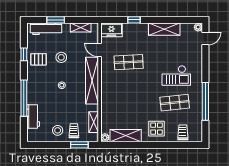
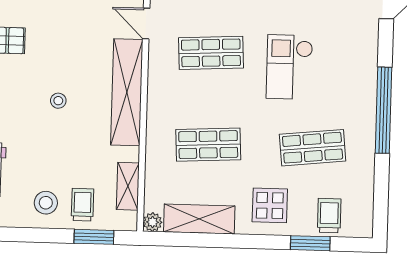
stool: (61, 57) -> (59, 38), removed
checkout: (176, 75) -> (289, 67), moved, turned 90
window: (205, 101) -> (384, 110), moved
shop shelf: (129, 103) -> (208, 145), added
window: (175, 145) -> (310, 243), added

